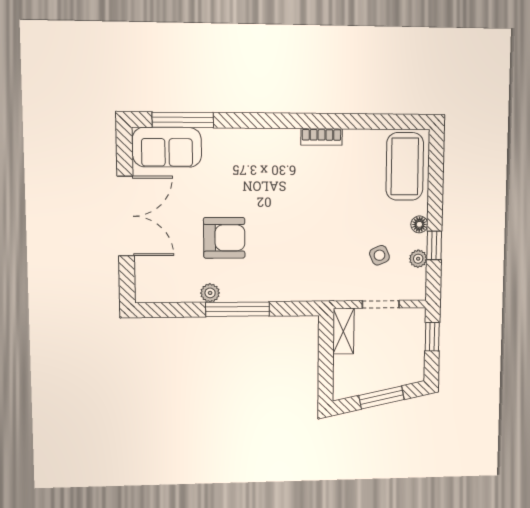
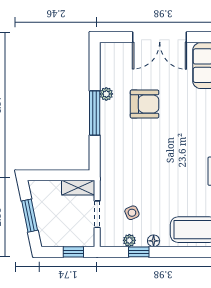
armchair: (224, 238) -> (145, 104), turned -90

